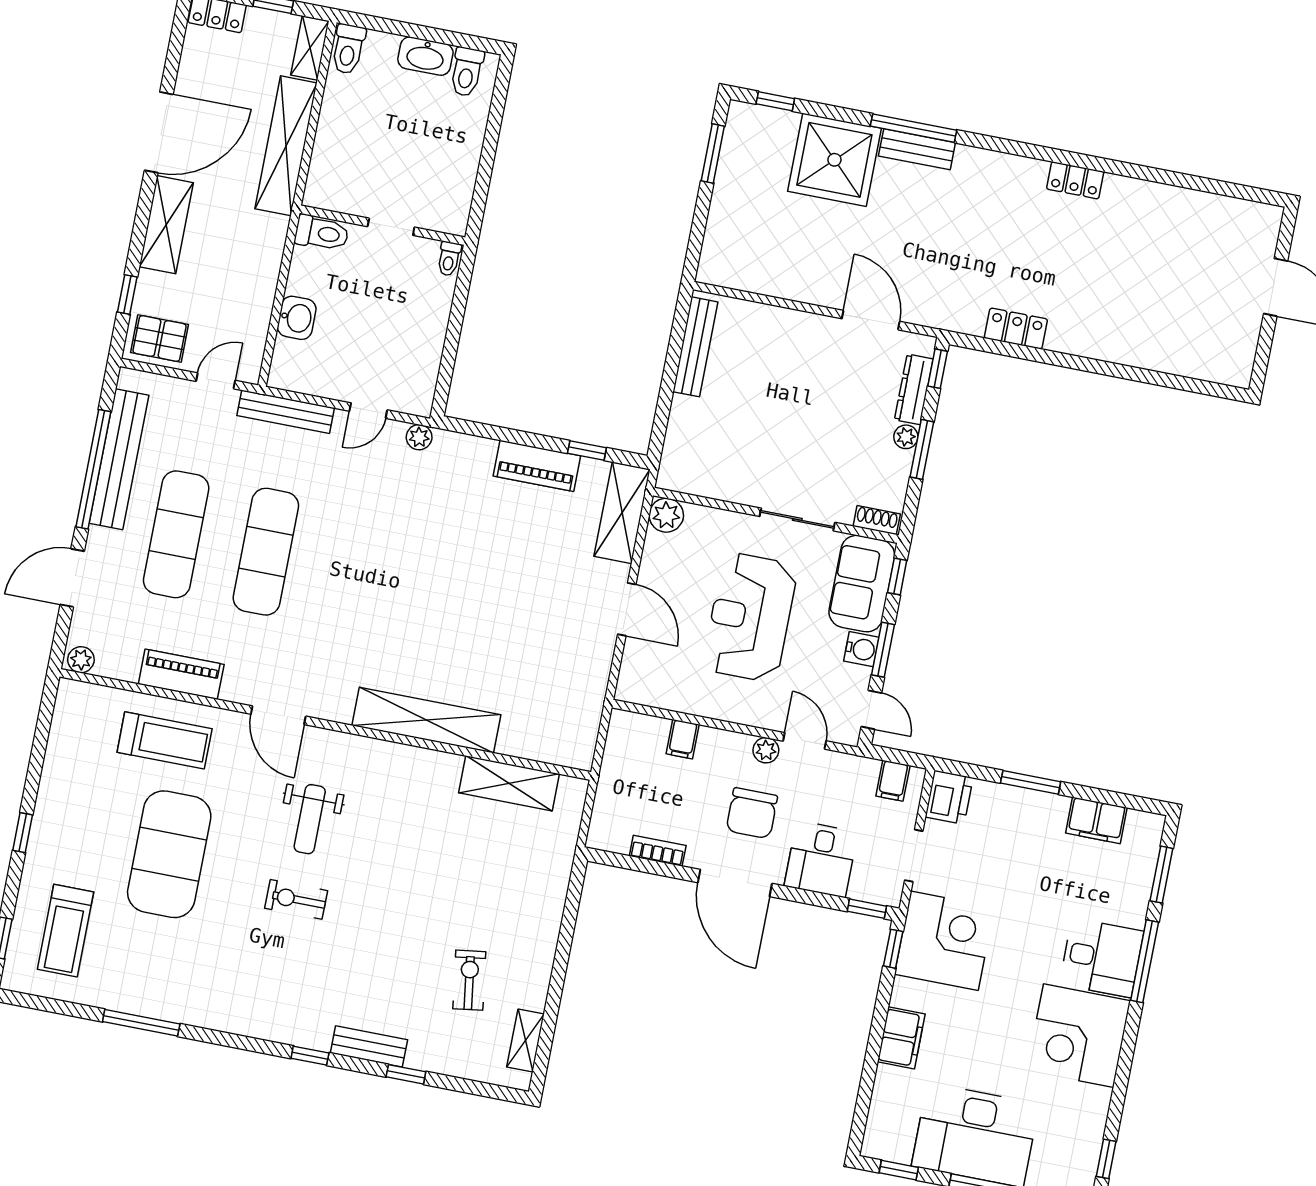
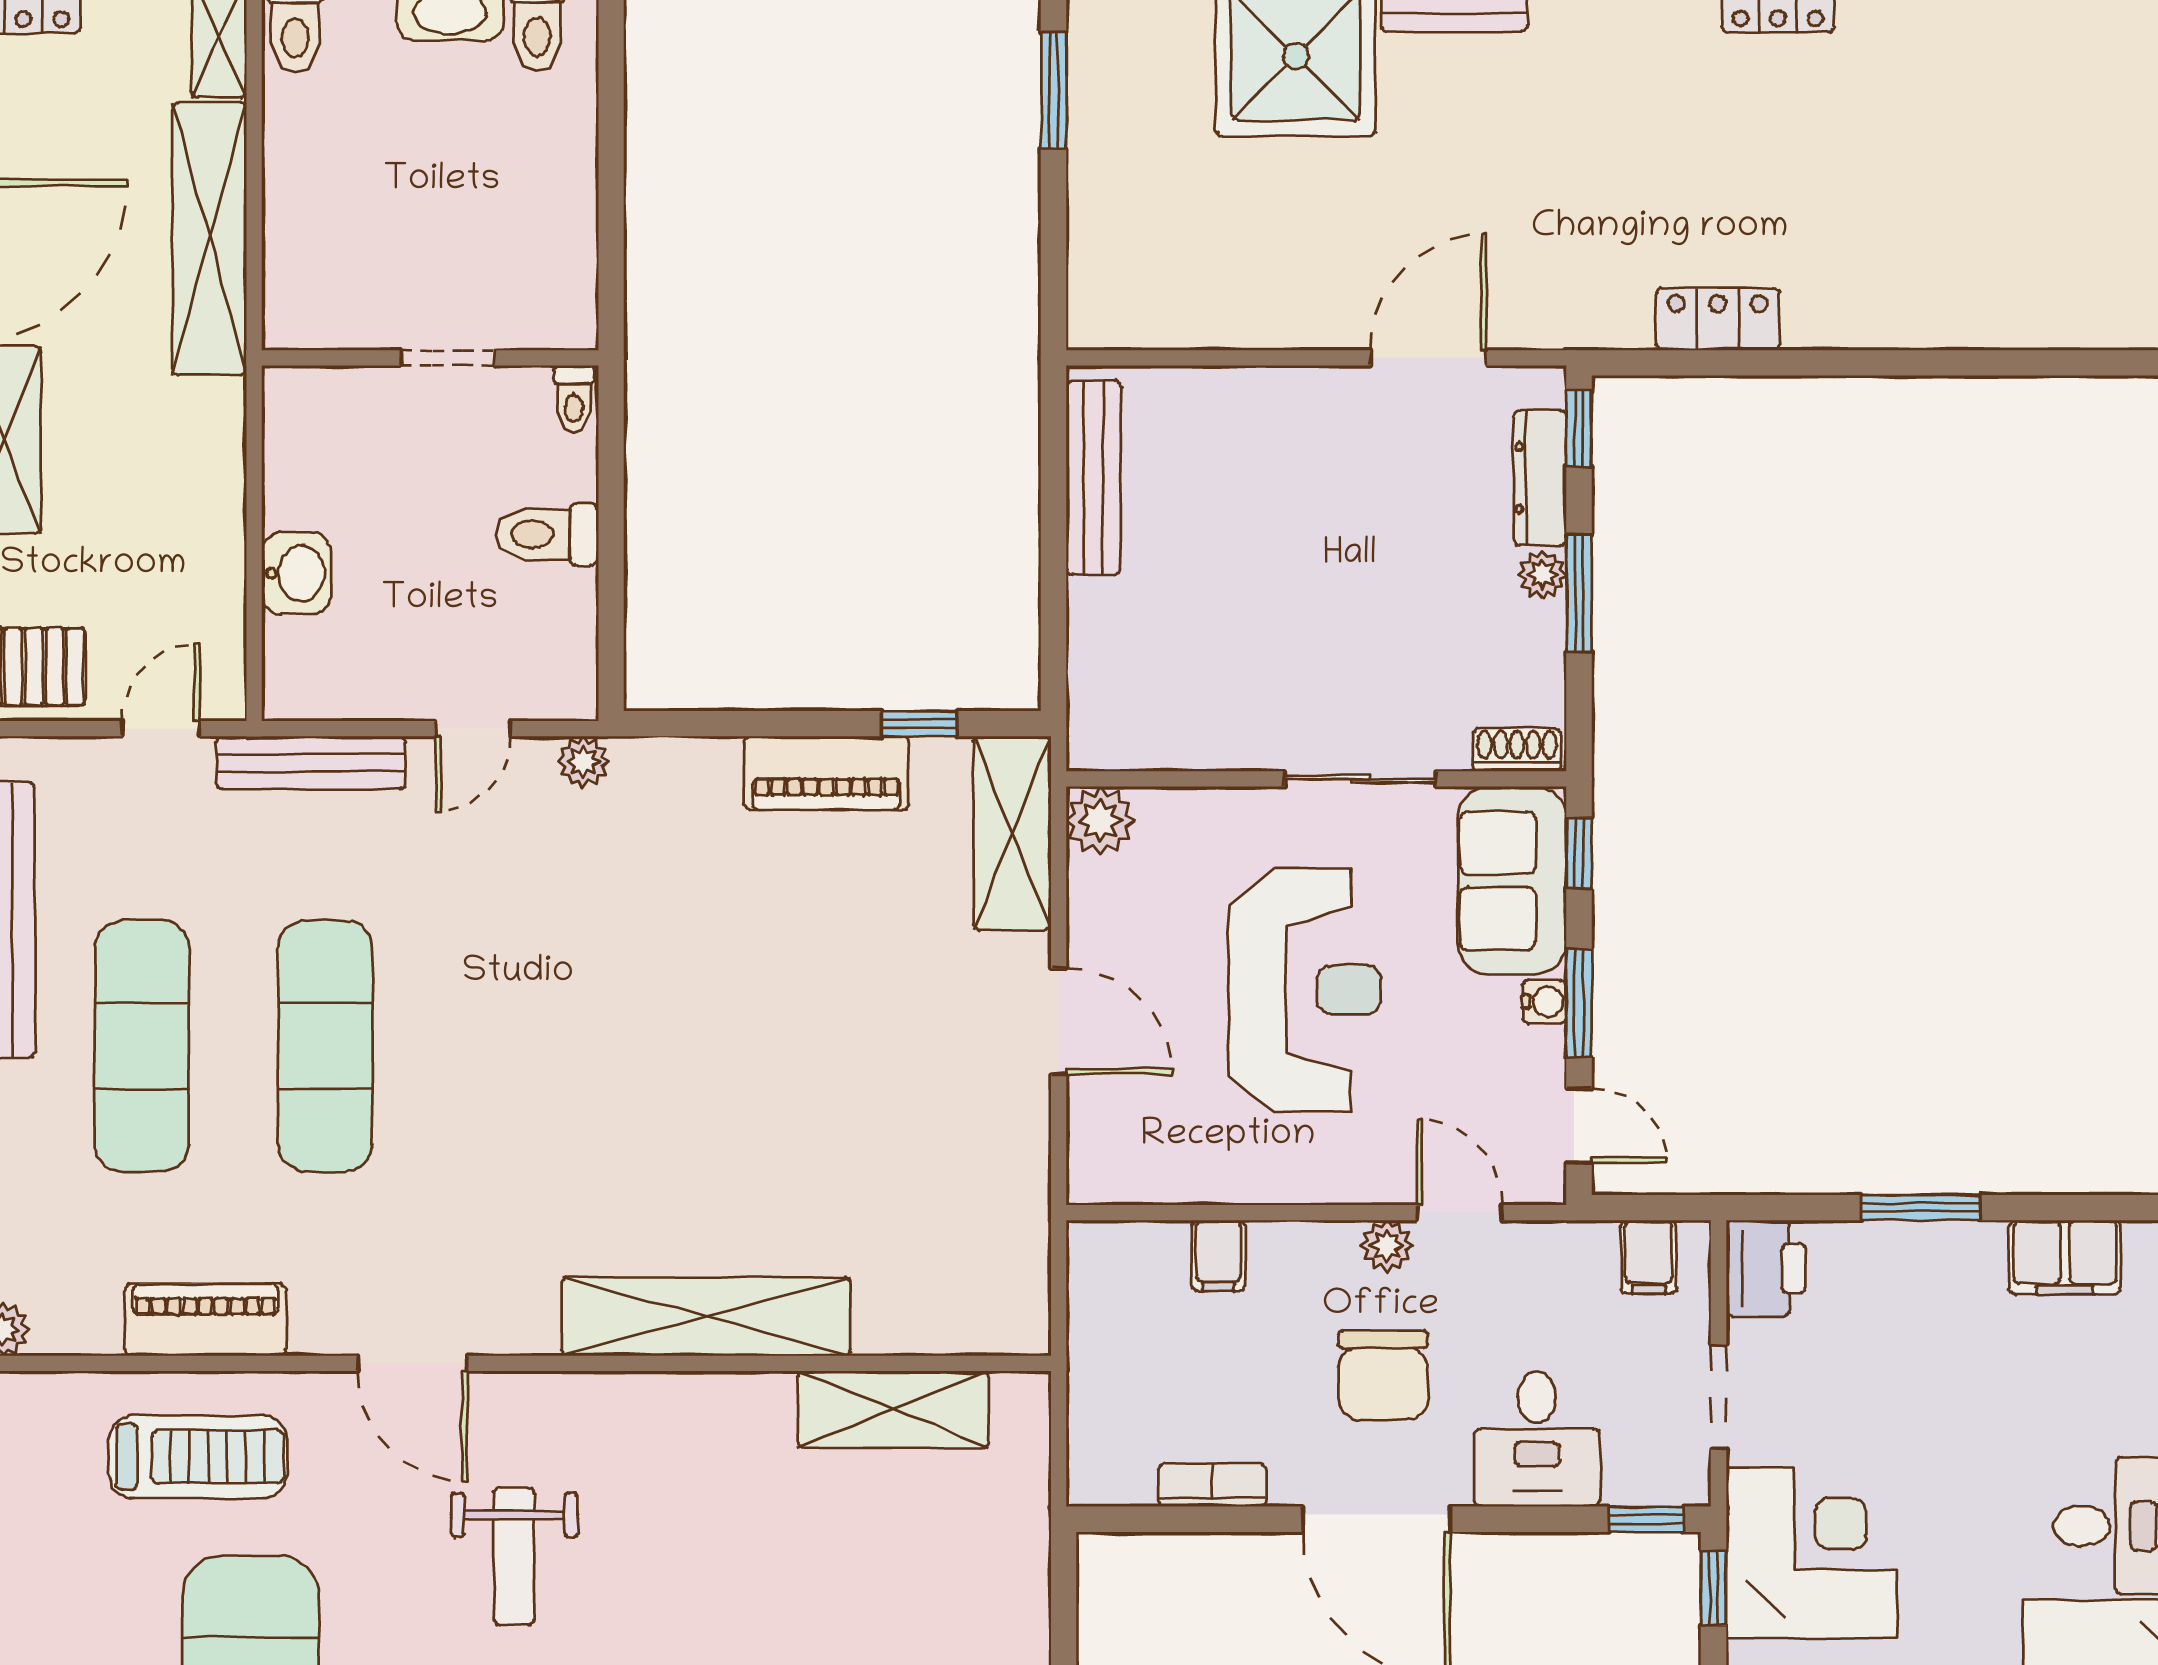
toilet: (322, 233) -> (547, 534), moved, turned 180
door: (871, 320) -> (1429, 358), hinge flipped
reception desk: (750, 617) -> (1305, 990), turned 180
water cooler: (861, 649) -> (1545, 1002), width x0.72, depth x0.72

